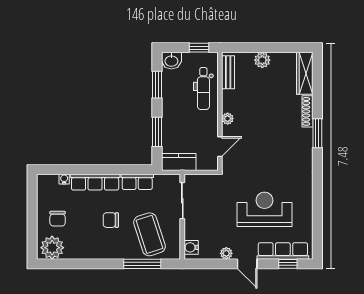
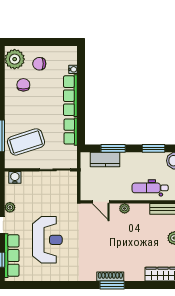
shoe rack: (308, 111) -> (110, 277), moved
kitchen counter: (179, 162) -> (105, 160), moved, turned 90
chair: (111, 220) -> (23, 85), moved

